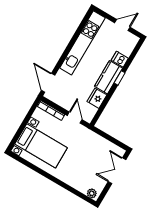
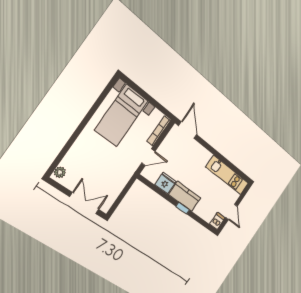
kitchen unit: (82, 43) -> (227, 175), width x0.73
dishwasher: (120, 59) -> (217, 221), moved
door: (48, 83) -> (188, 130), hinge flipped

